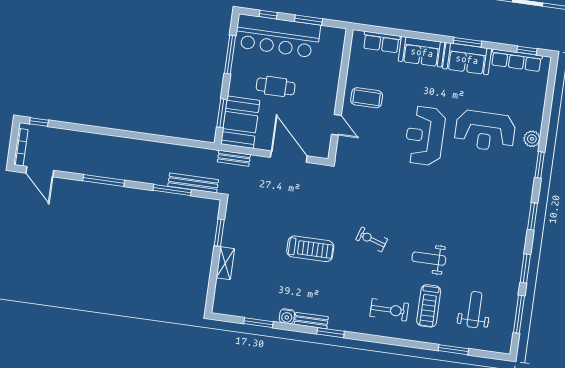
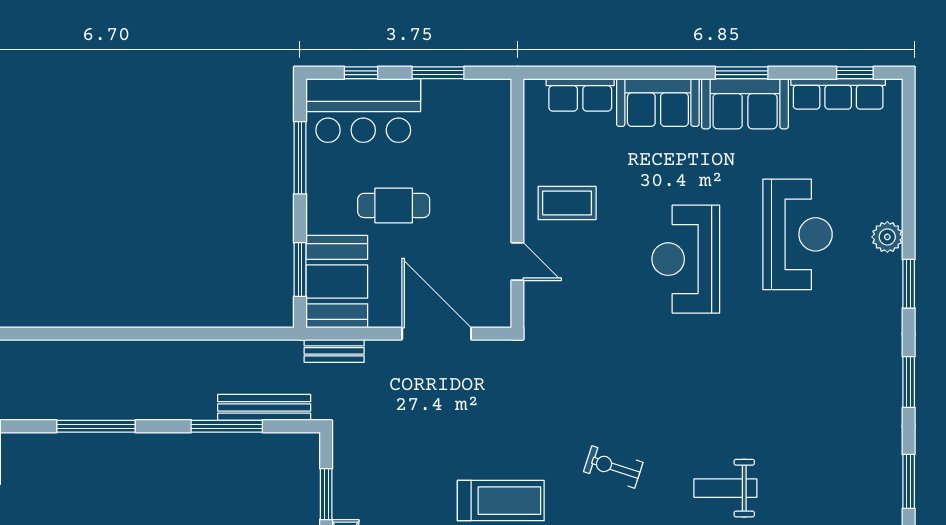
bar counter: (278, 36) -> (363, 110), width x0.73
reception desk: (485, 131) -> (798, 234), turned -90

